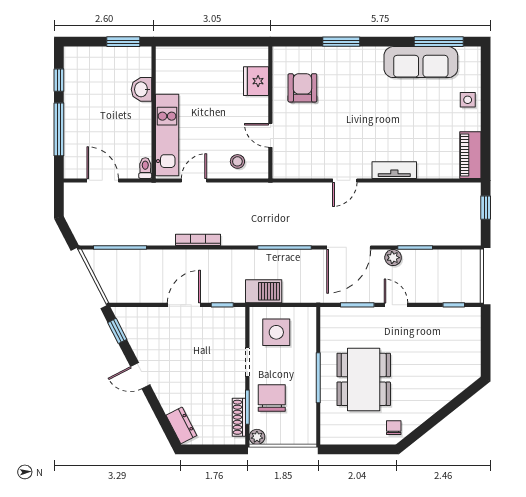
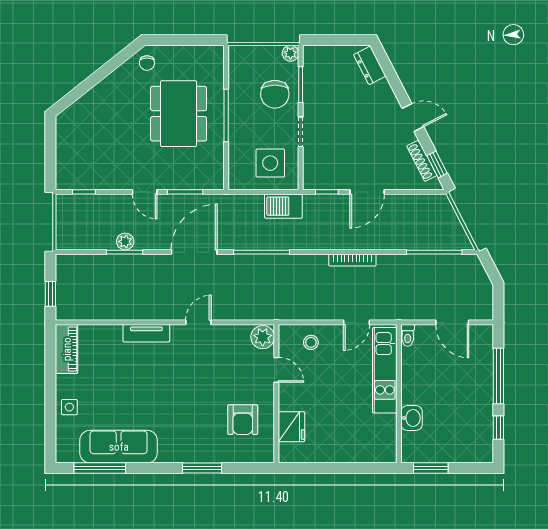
plant: (283, 166) -> (263, 337), added
plant: (393, 258) -> (125, 242), moved
shoe rack: (239, 417) -> (422, 161), moved, turned 153

